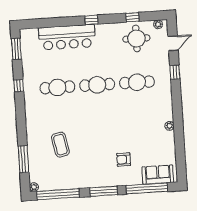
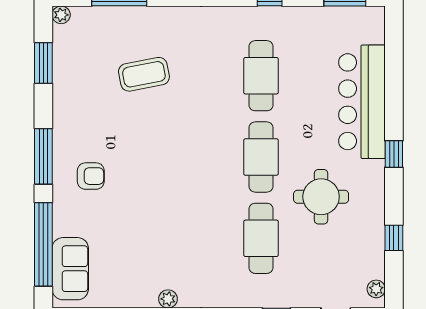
round table: (136, 39) -> (321, 197), moved
armchair: (124, 160) -> (91, 176), moved, turned 90
window: (58, 194) -> (43, 63), width x0.47

